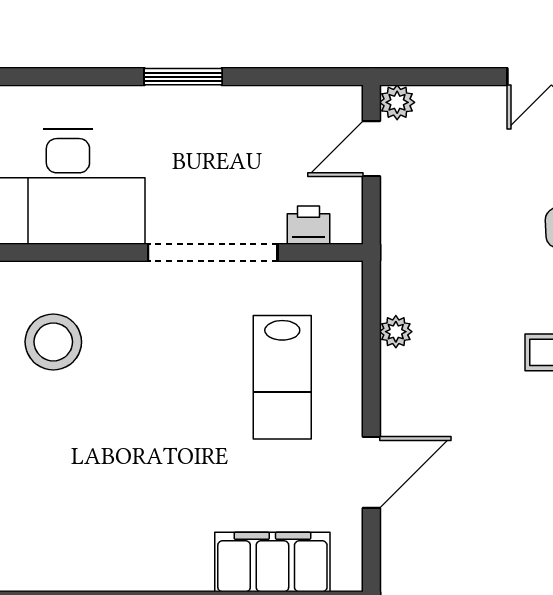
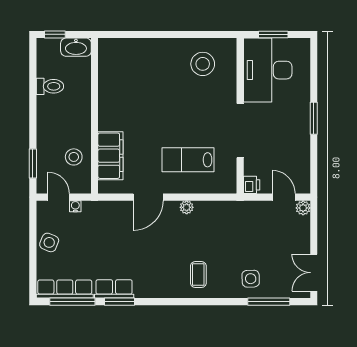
printer: (308, 225) -> (252, 185), moved
plant: (396, 332) -> (187, 207), moved
door: (371, 472) -> (148, 197), hinge flipped

